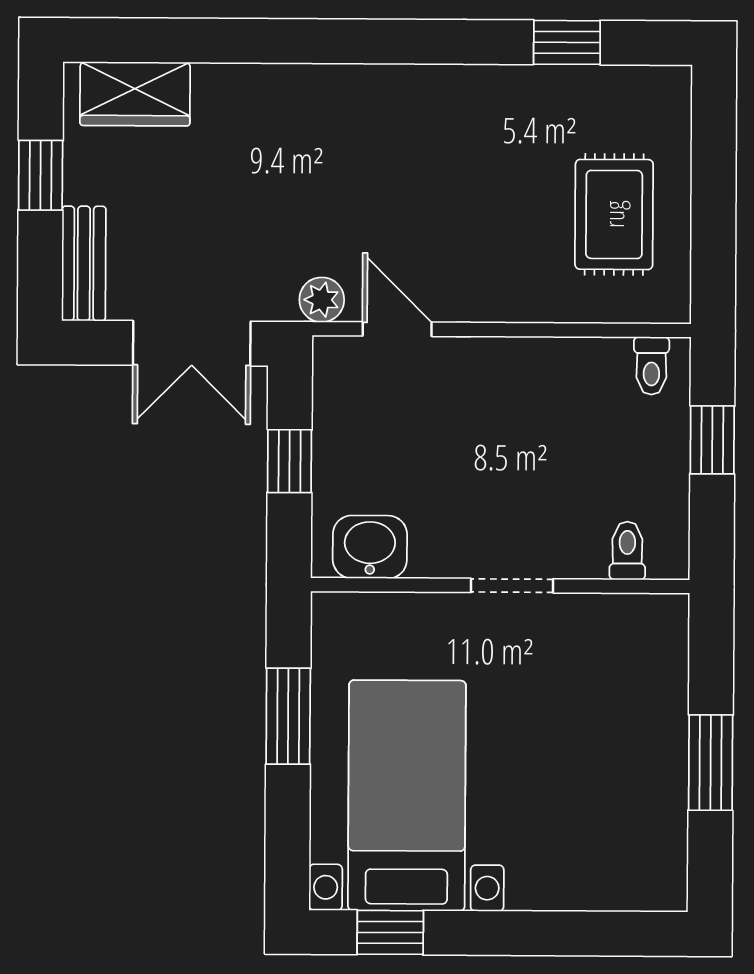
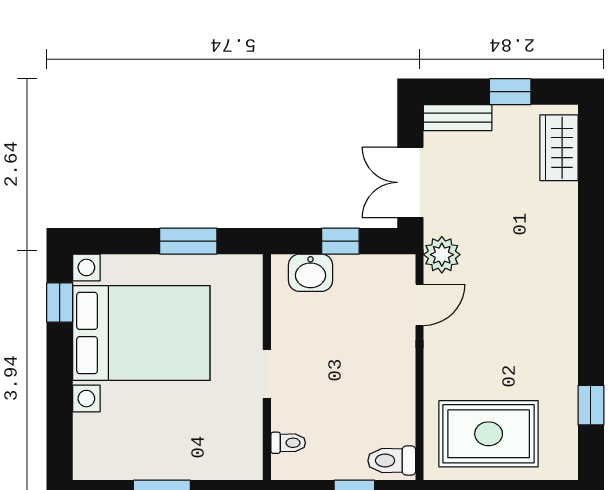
rug: (614, 214) -> (489, 434), width x1.36, depth x1.43
plant: (322, 300) -> (442, 255), width x1.38, depth x1.38
toilet: (651, 366) -> (392, 461), width x1.37, depth x1.39
washbasin: (370, 547) -> (311, 273), moved, turned 90
bed with nightstands: (407, 796) -> (141, 333), width x1.36

